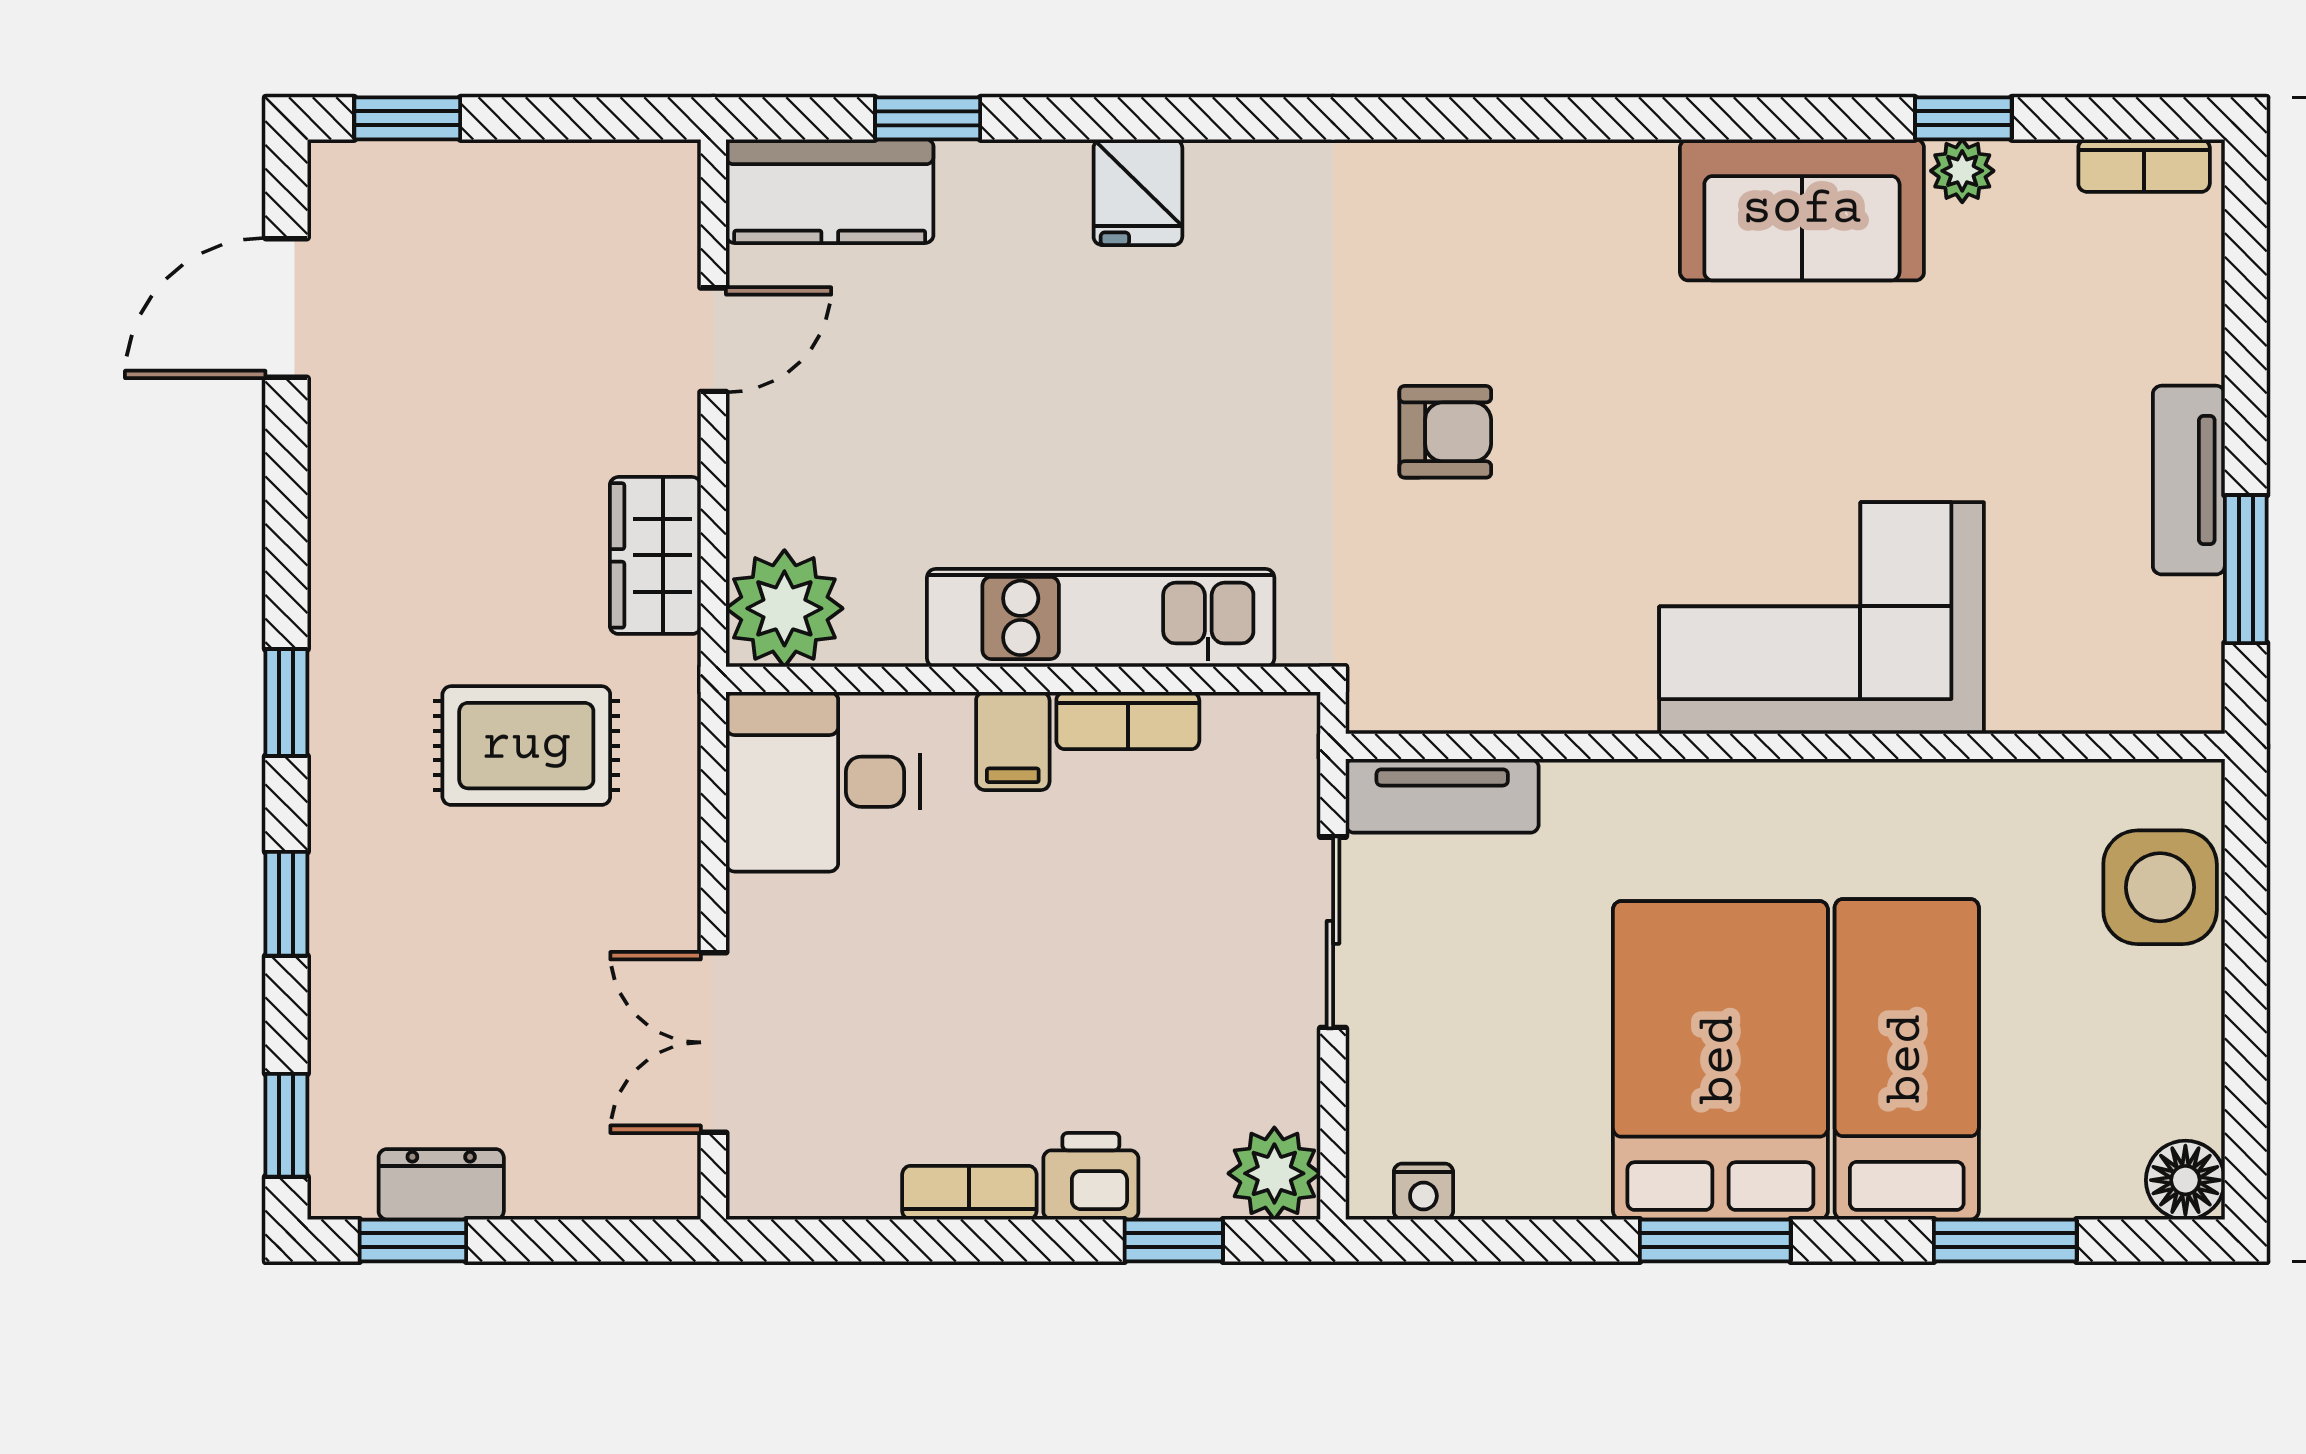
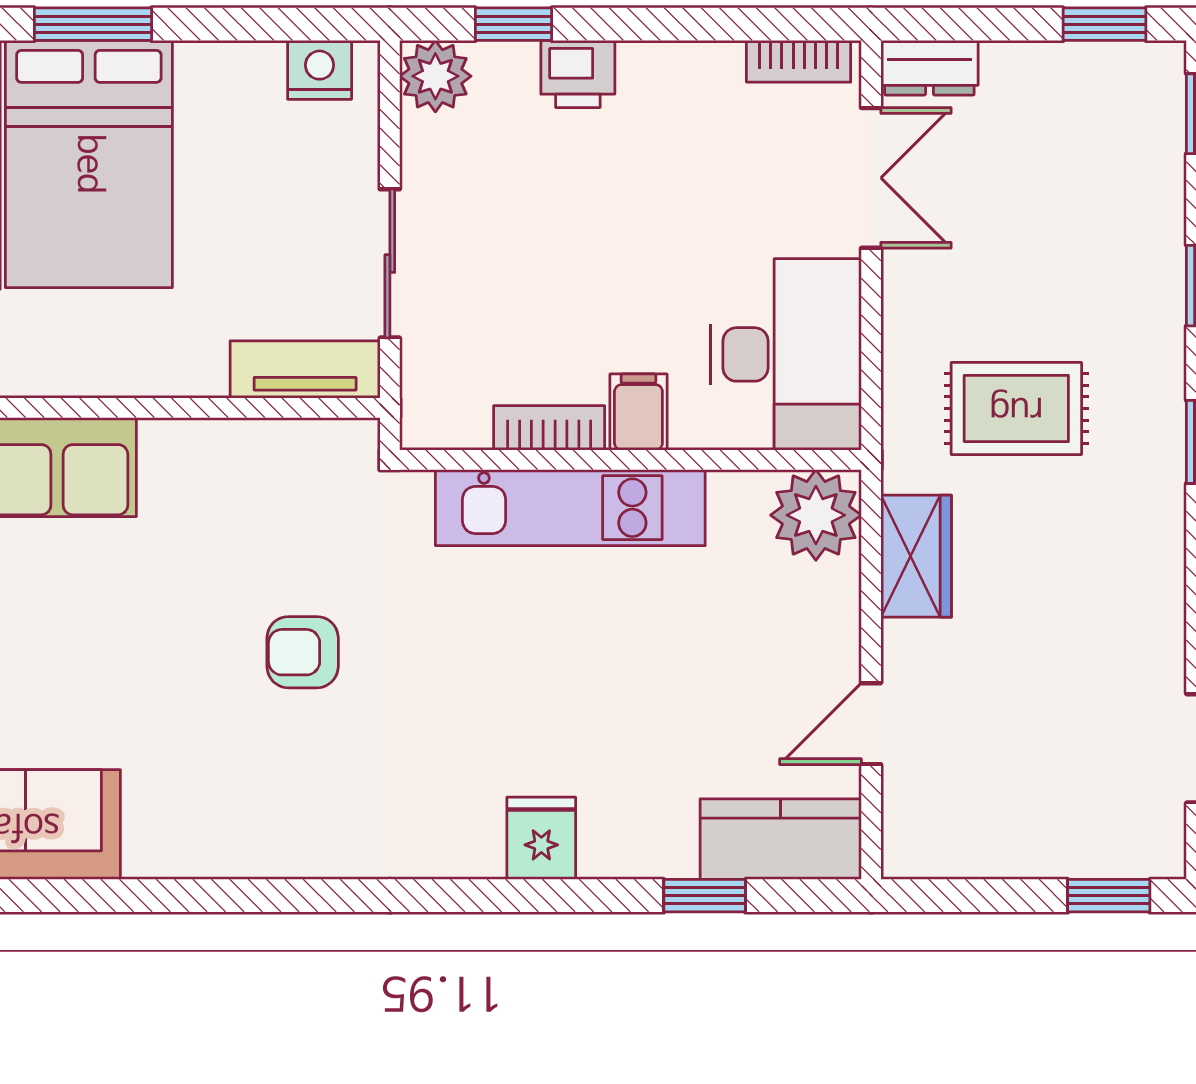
desk: (823, 782) -> (786, 354), width x1.37
dresser: (441, 1184) -> (929, 68), moved
nightstand: (1423, 1192) -> (320, 70), width x1.39, depth x1.35
bookcase: (969, 1193) -> (799, 61), moved

